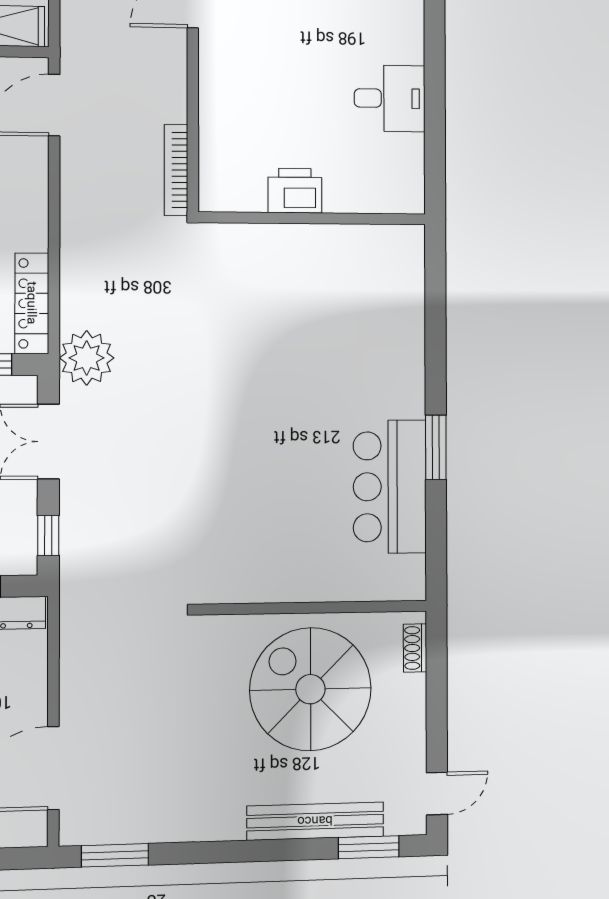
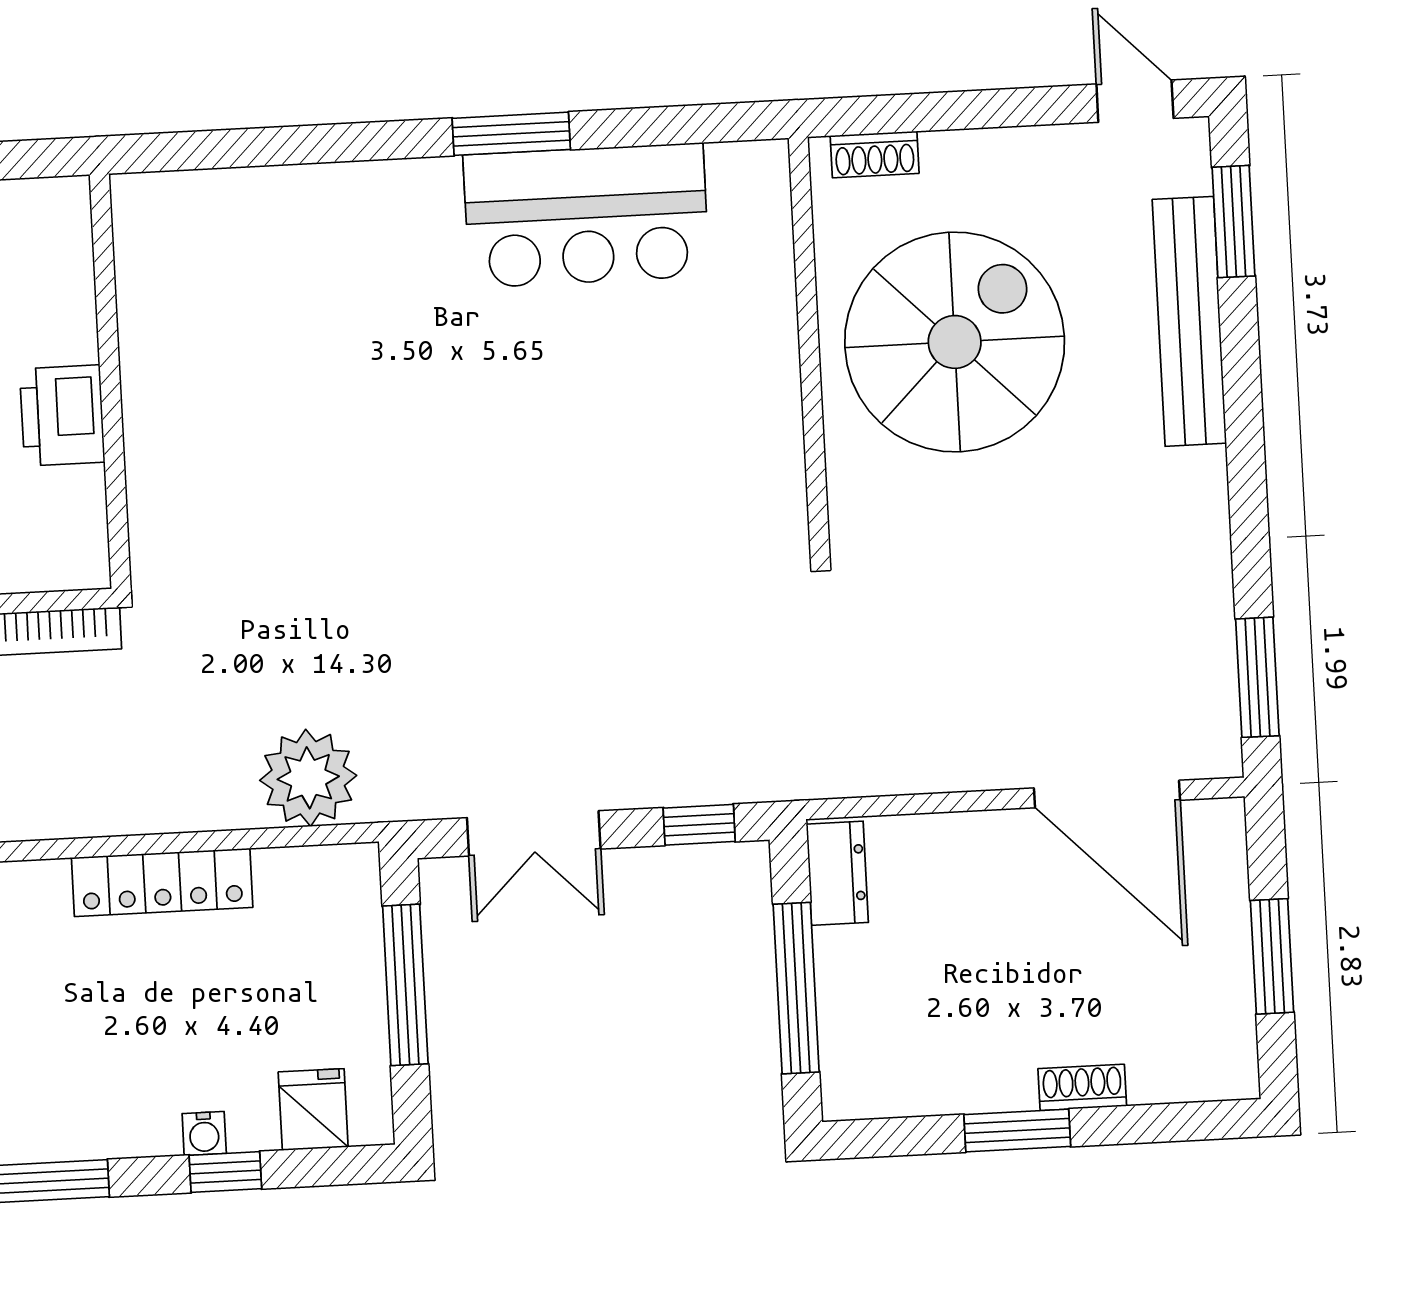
locker: (32, 303) -> (162, 882), moved
plant: (87, 358) -> (308, 778), moved
spiral stairs: (310, 689) -> (955, 342), turned 180

